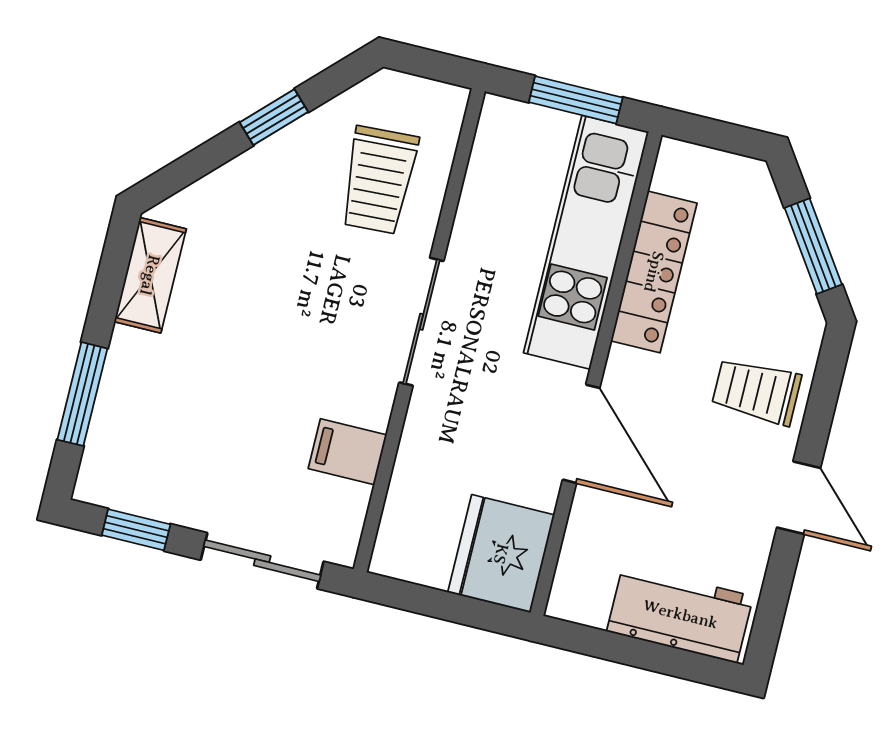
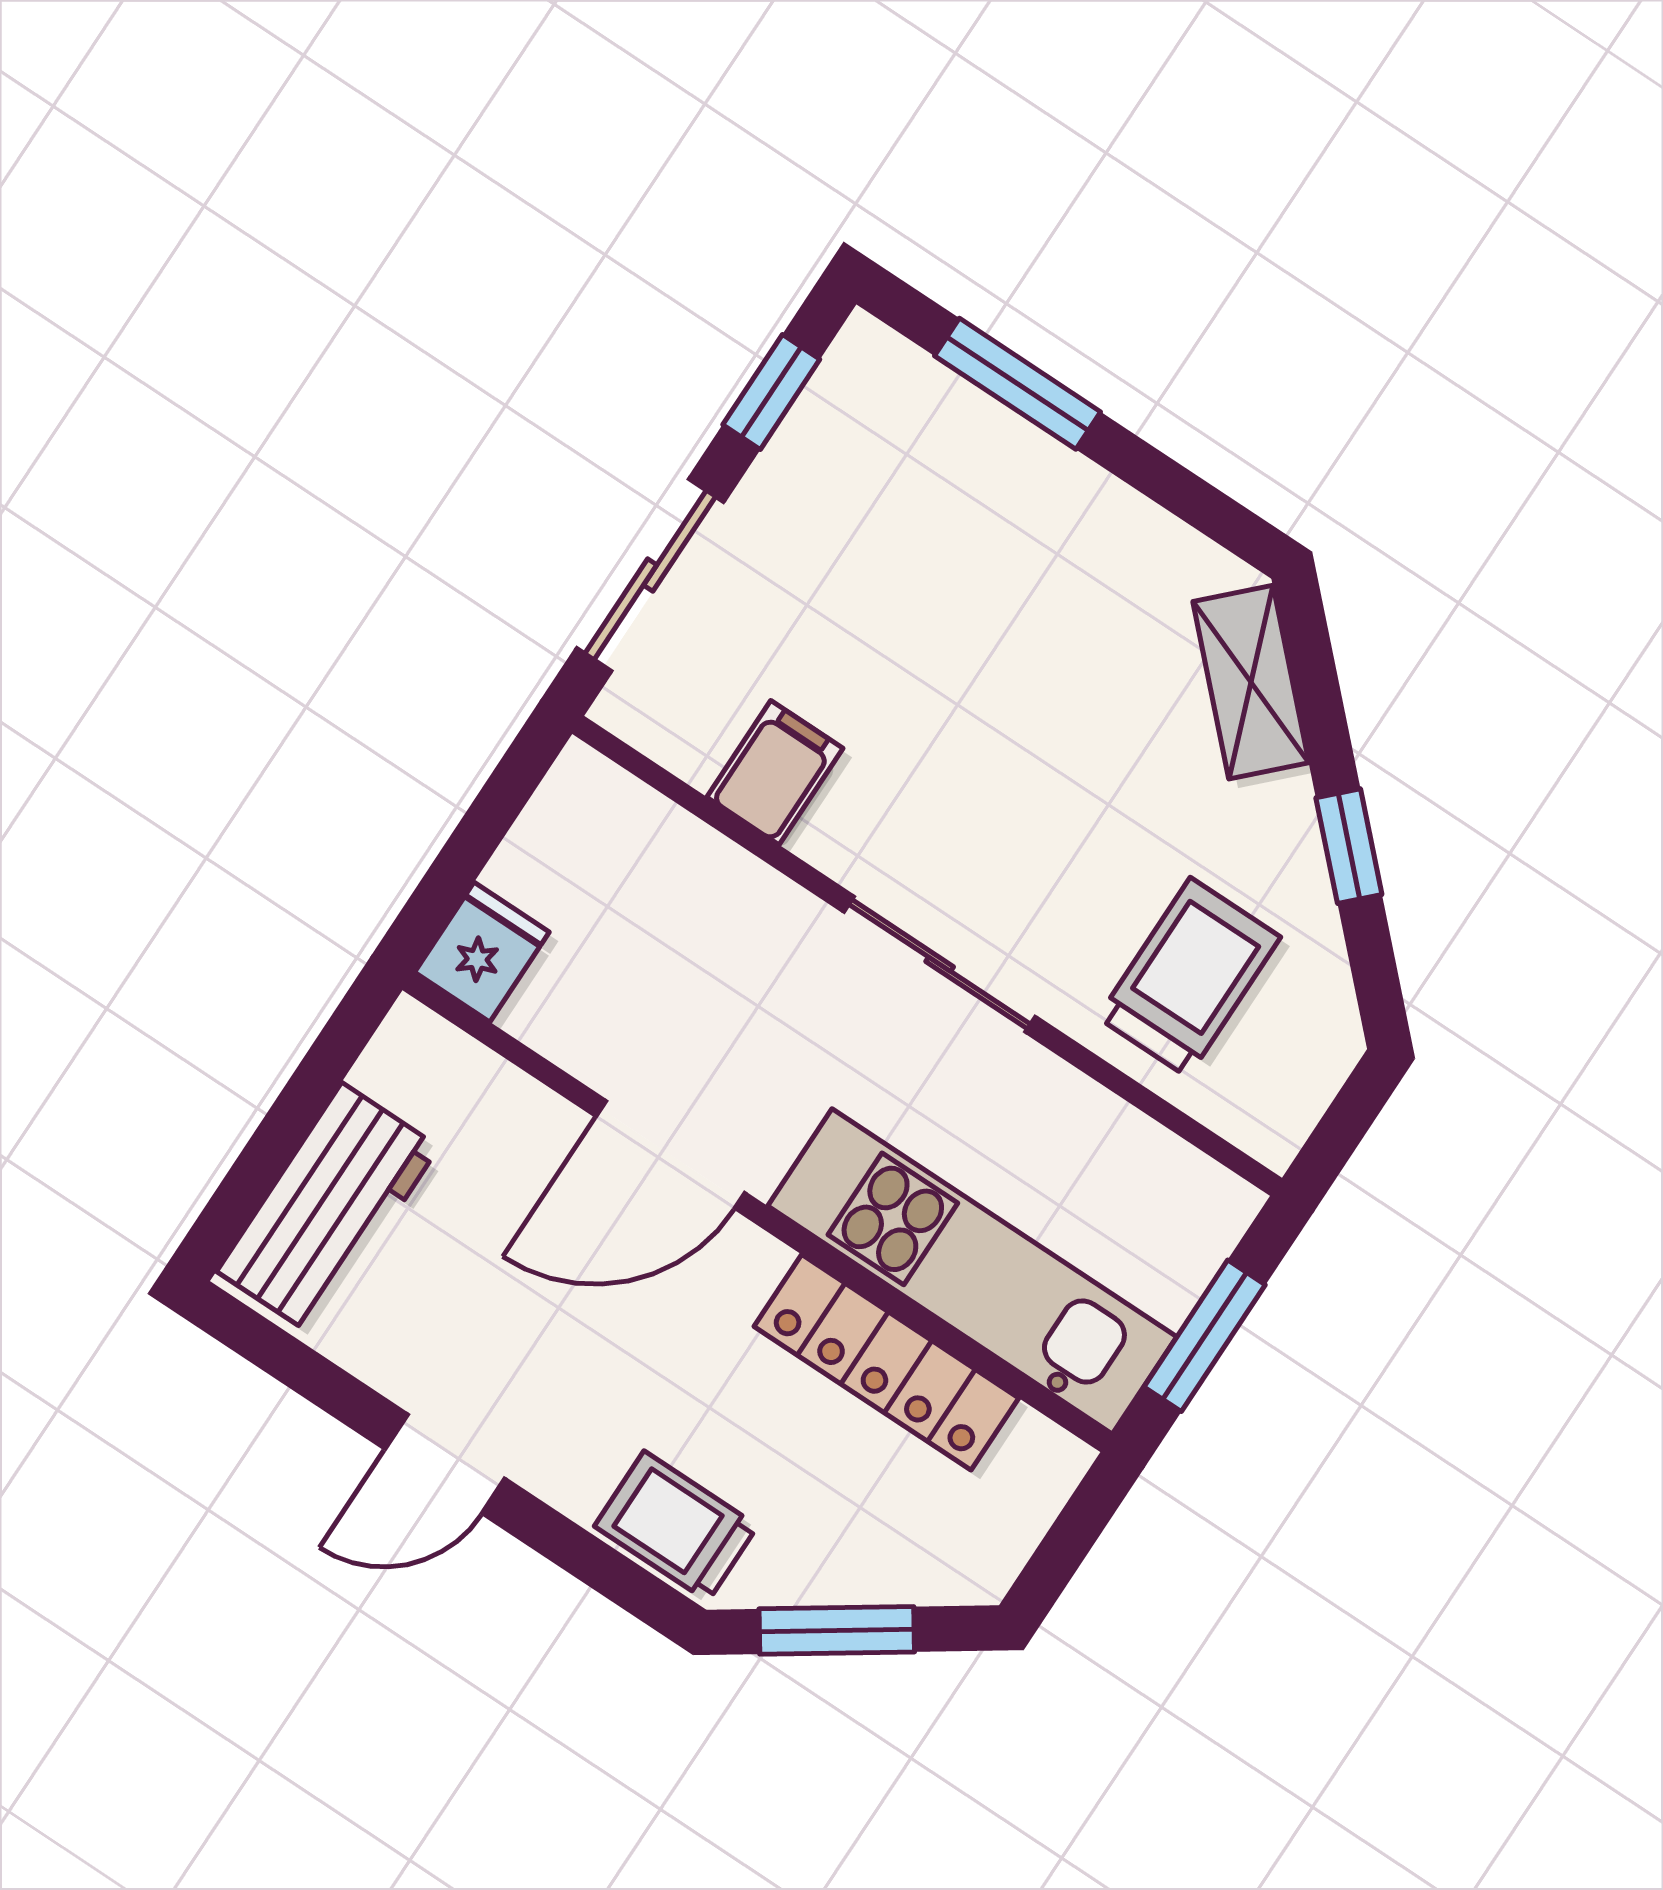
trolley: (379, 180) -> (1189, 977), turned 93
shelving: (150, 275) -> (1251, 682), moved, turned 45
trolley: (757, 391) -> (676, 1526), moved, turned -90
fridge: (501, 554) -> (482, 952), width x0.53, depth x0.75

